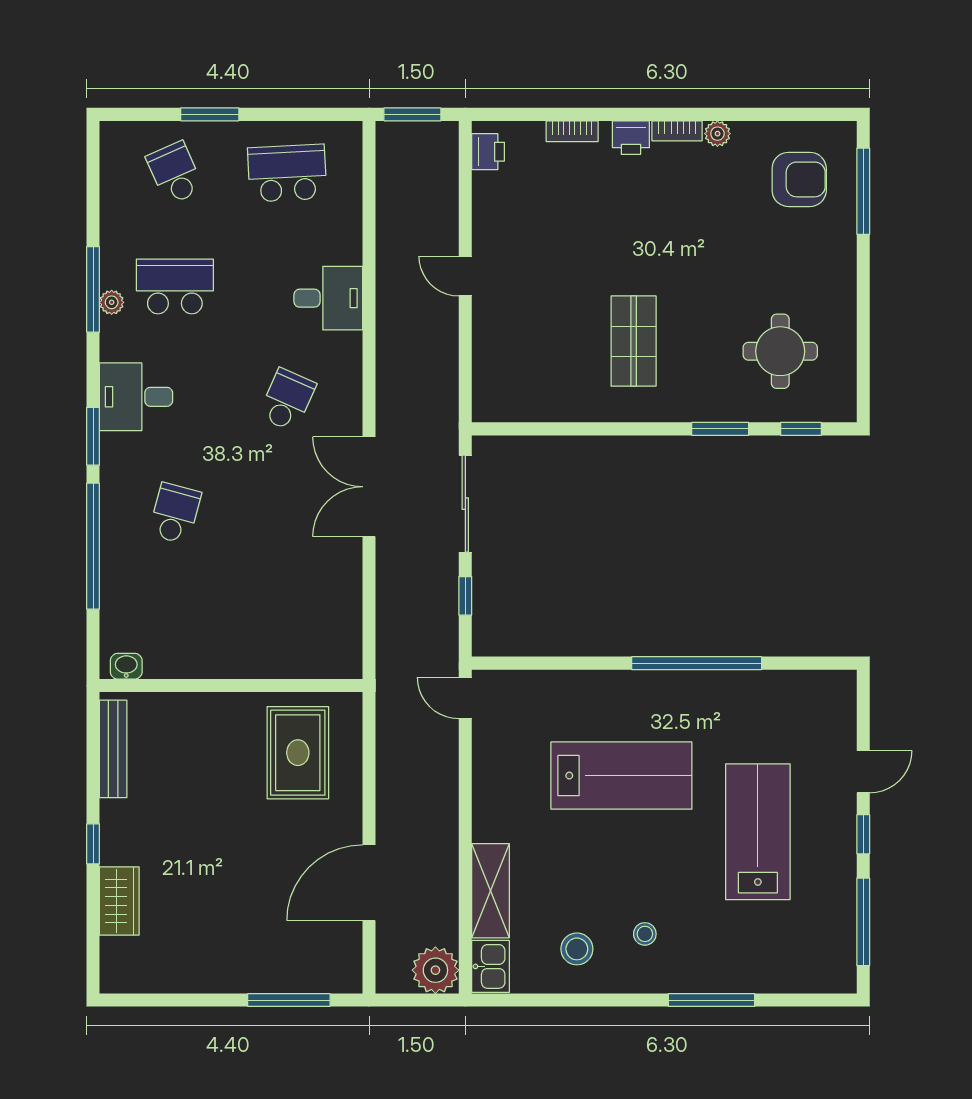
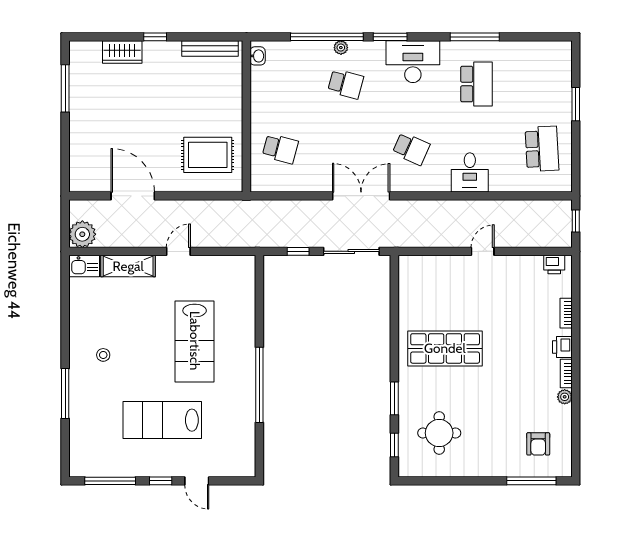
window: (412, 114) -> (576, 221), width x0.67
school desk: (175, 173) -> (280, 149), moved, turned 39
armchair: (799, 179) -> (538, 444), width x0.72, depth x0.72
plant: (112, 302) -> (341, 48), moved
shop shelf: (634, 341) -> (445, 348), width x1.43, depth x1.36
desk: (136, 397) -> (413, 62), width x1.37
door: (465, 698) -> (178, 251), moved
lab bench: (758, 832) -> (162, 420), turned 180
stool: (577, 949) -> (95, 316), removed
window: (289, 1000) -> (65, 88), moved

